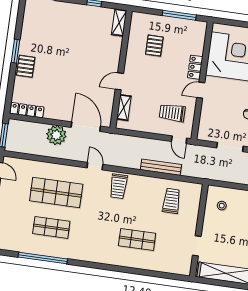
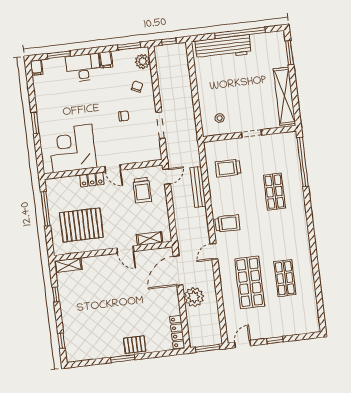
pallet: (154, 46) -> (81, 225), width x2.05, depth x2.00
doorway: (197, 246) -> (251, 134), moved
window: (43, 258) -> (303, 162), moved

